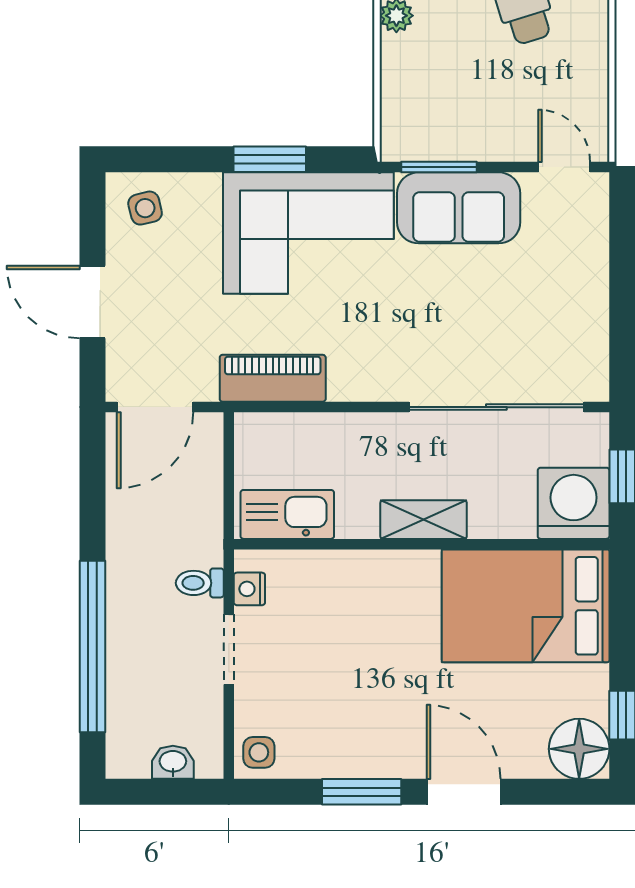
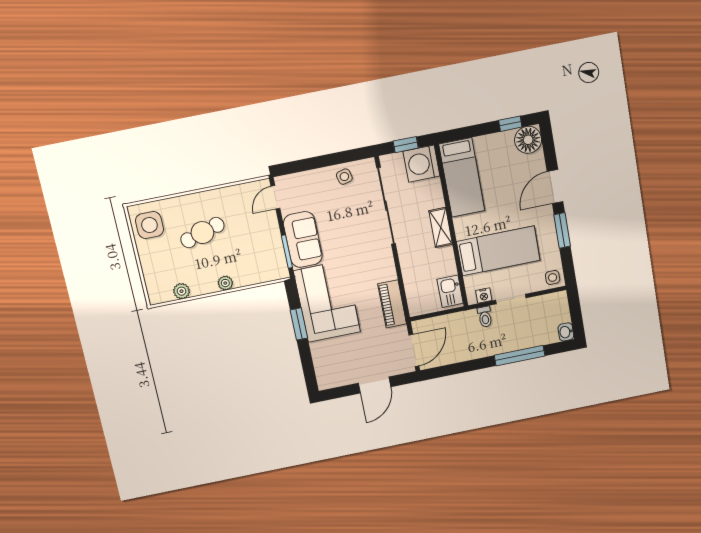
side table: (145, 208) -> (344, 177), moved
door: (155, 407) -> (414, 350), hinge flipped
kitchen sink: (287, 514) -> (450, 291), width x0.73
bed: (526, 606) -> (462, 177), width x0.67
bed: (345, 640) -> (498, 251), added
window: (92, 647) -> (520, 356), width x0.68
washbasin: (173, 762) -> (566, 332), moved

